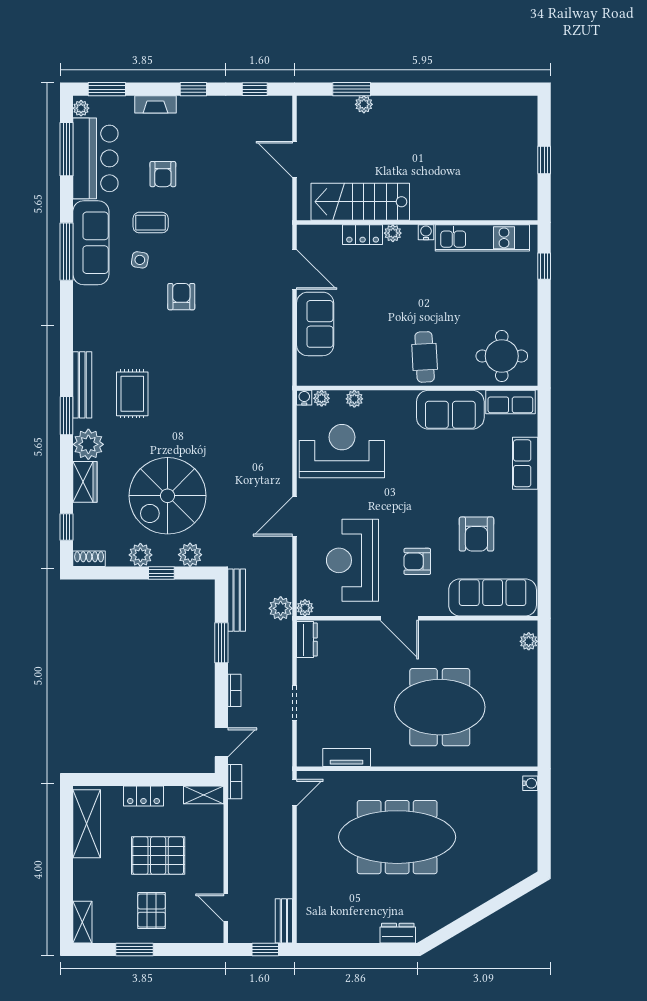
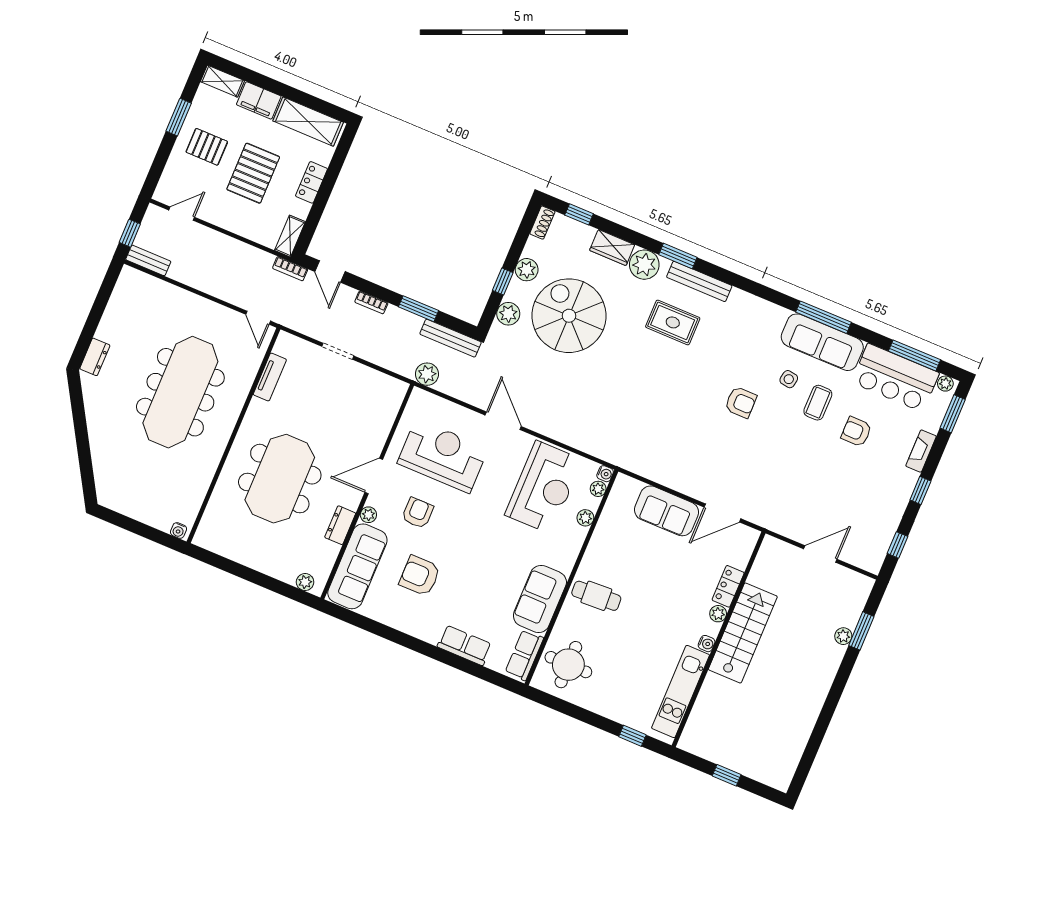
stairs: (360, 202) -> (743, 633), moved
plant: (305, 608) -> (368, 515), moved
dresser: (307, 640) -> (340, 525), moved, turned 90
filing cabinet: (86, 879) -> (259, 100), added

